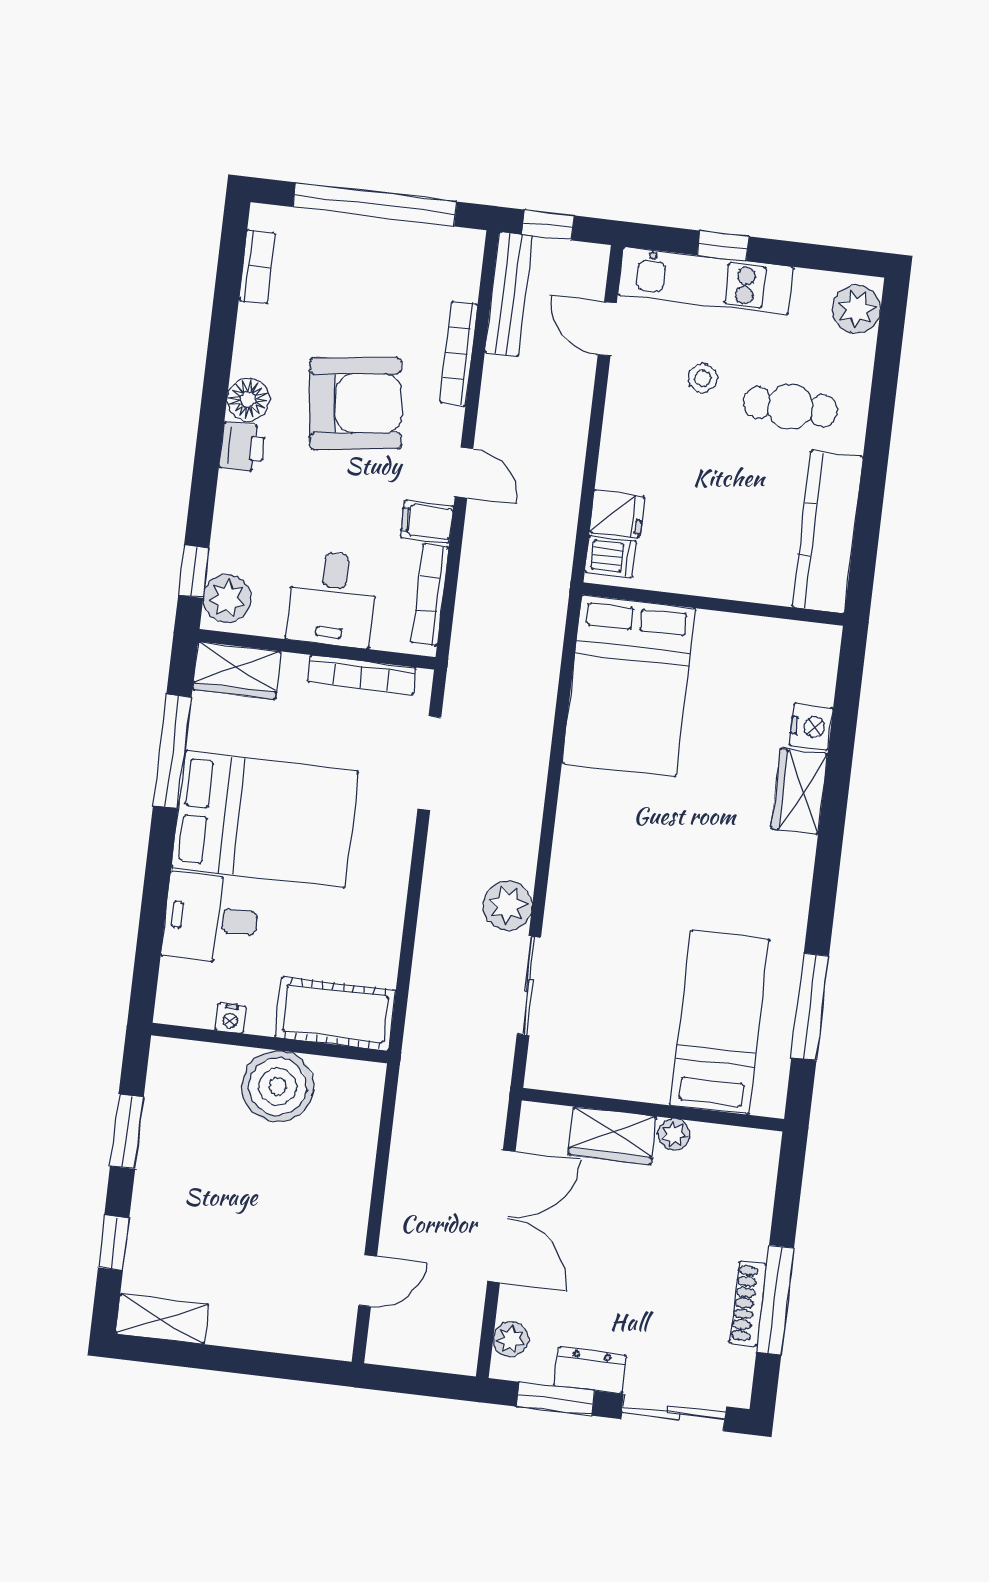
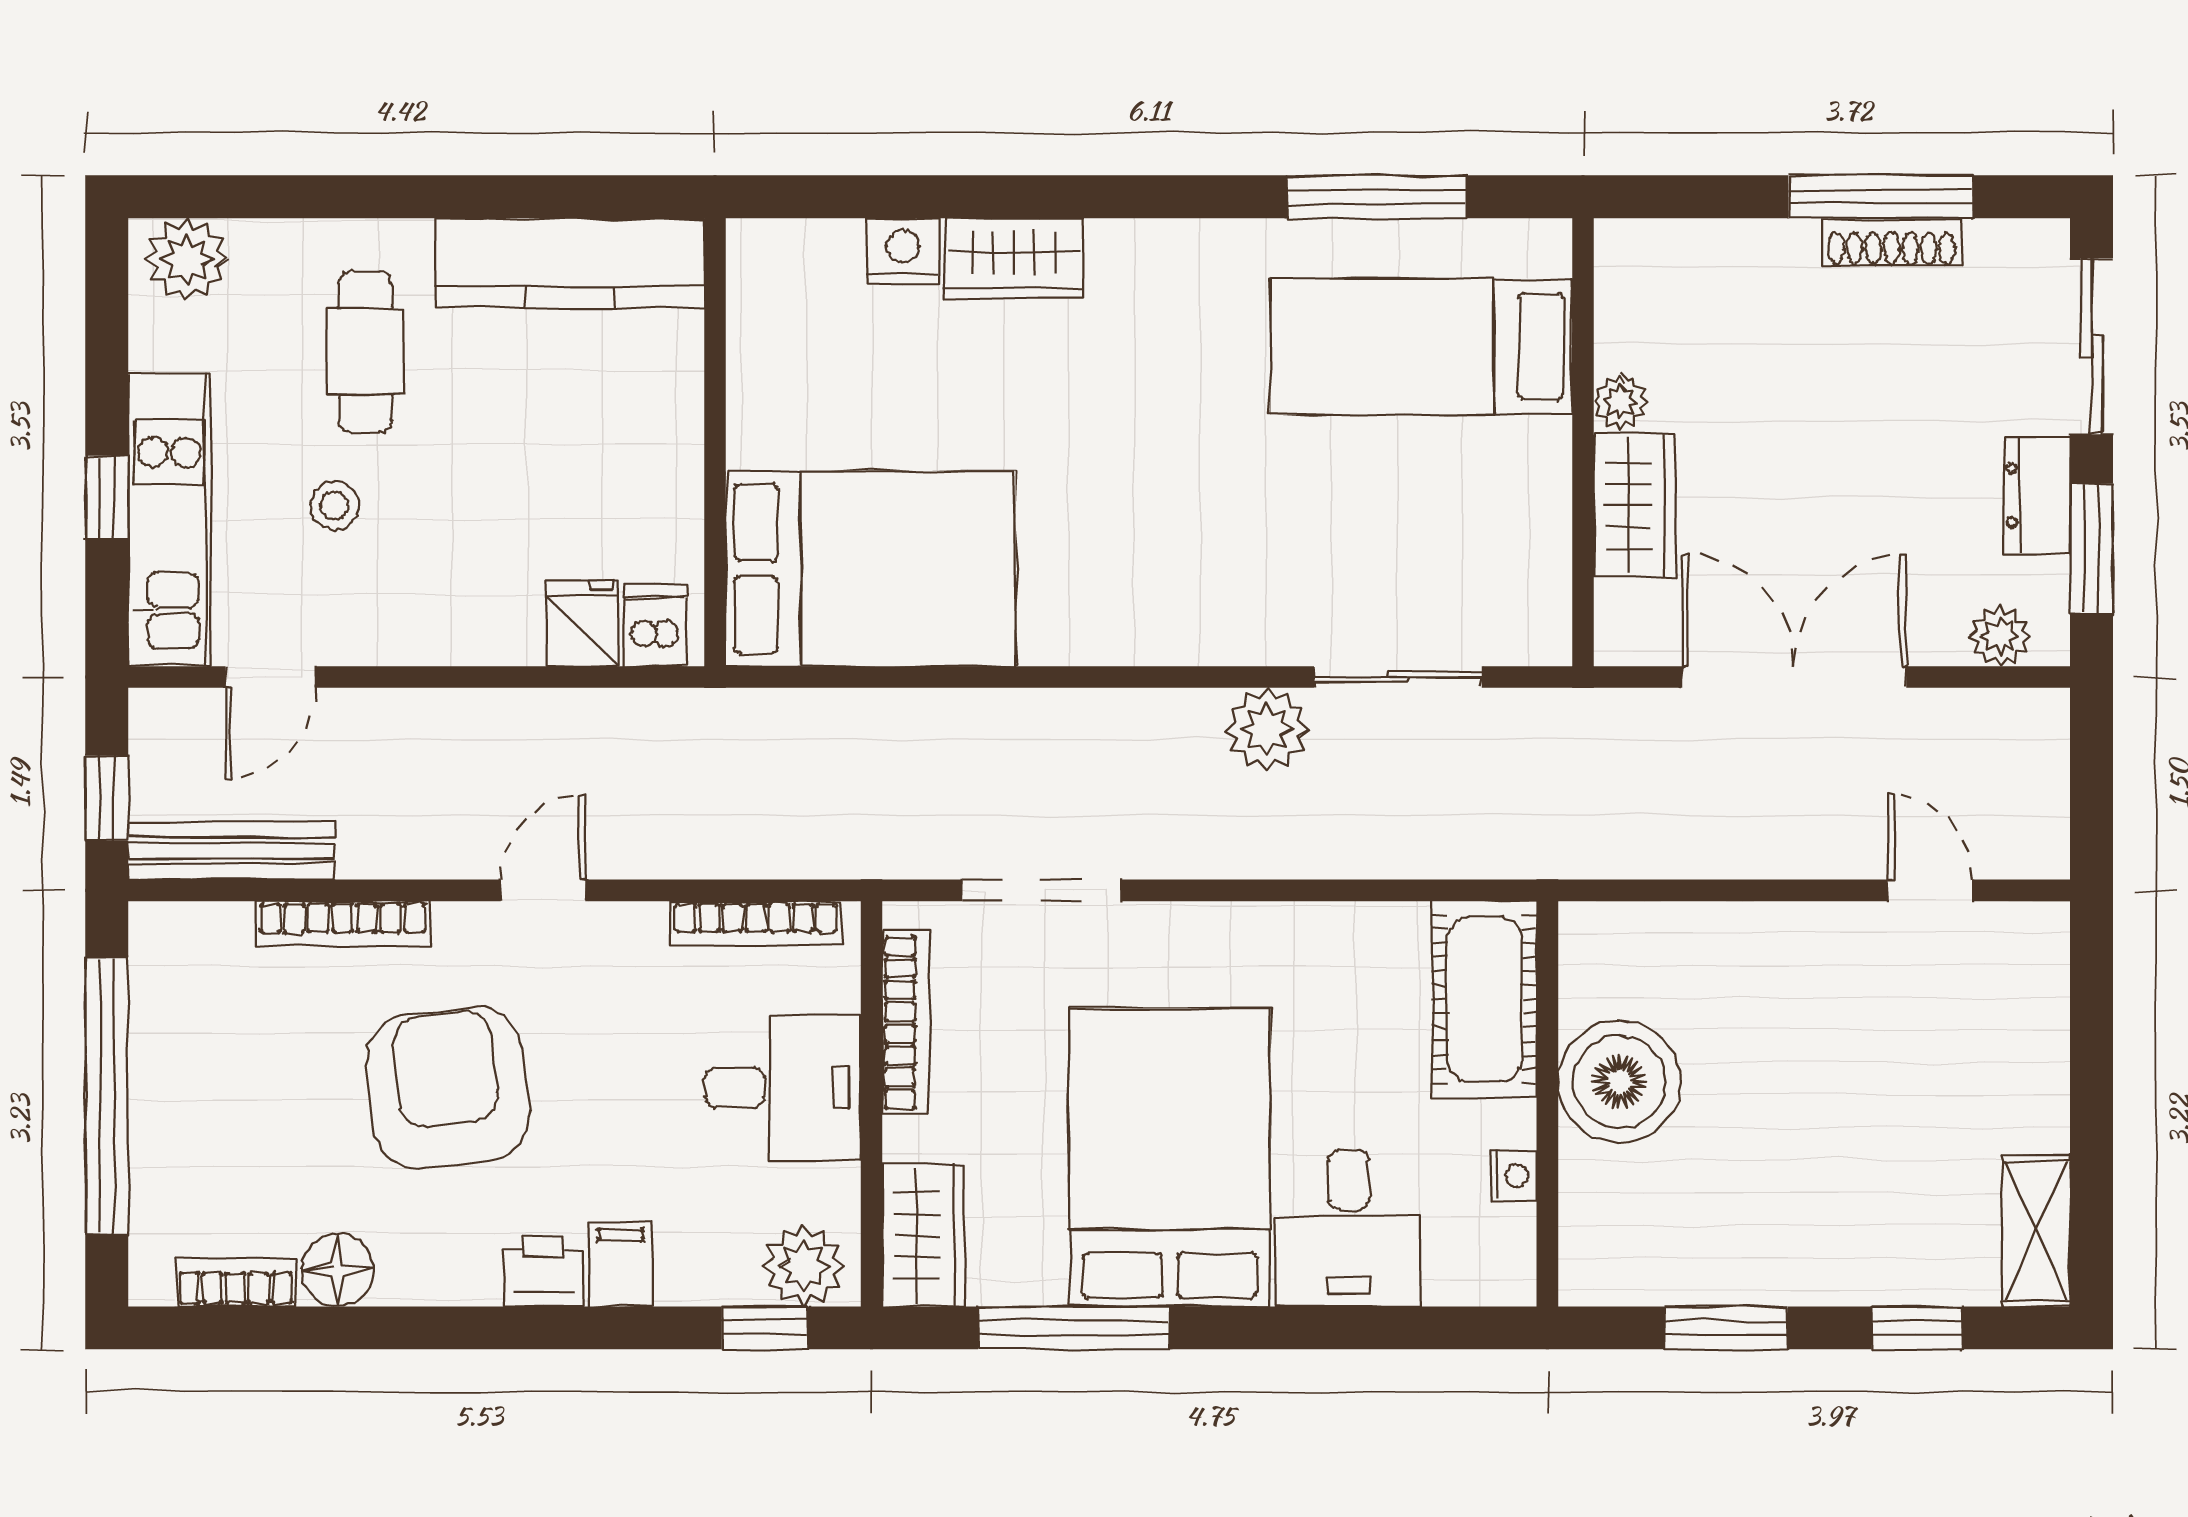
floor lamp: (248, 400) -> (338, 1270), moved
filing cabinet: (427, 522) -> (620, 1264), moved, turned 180

